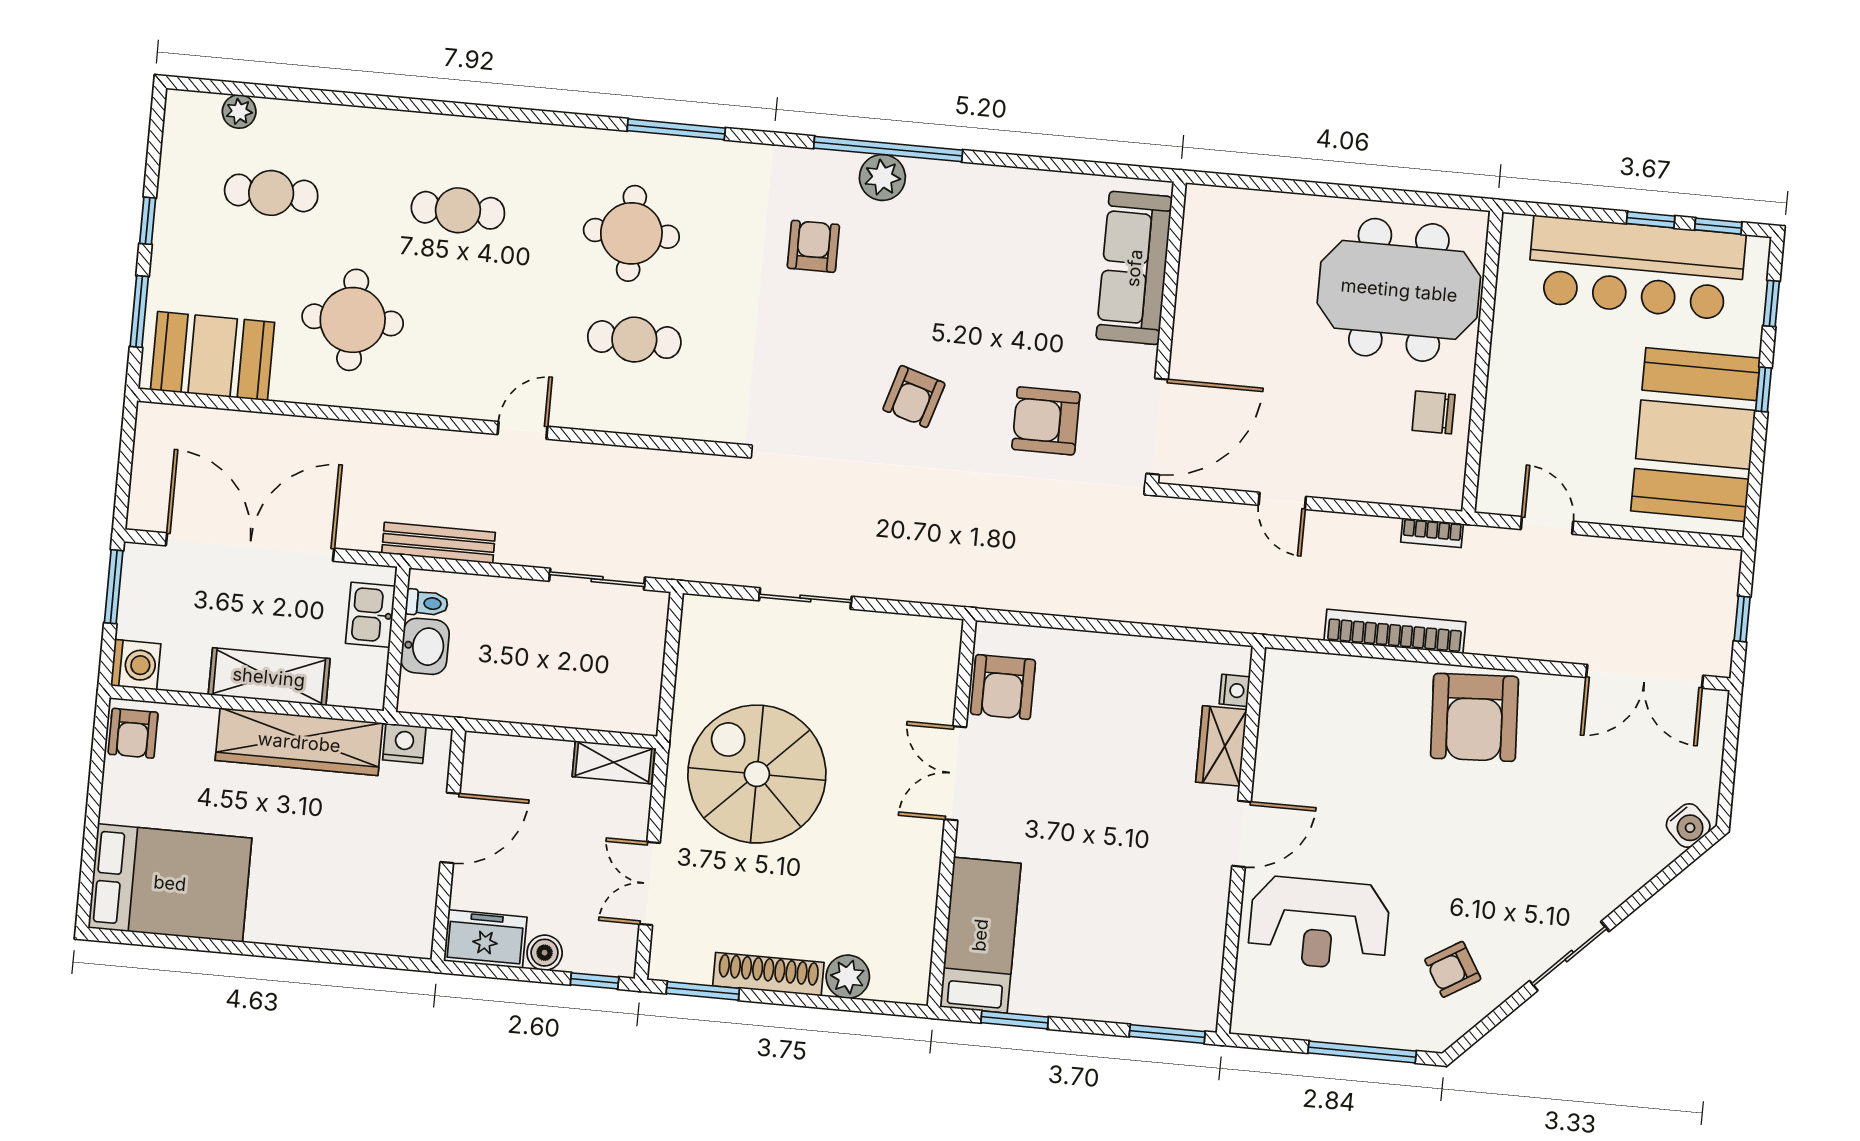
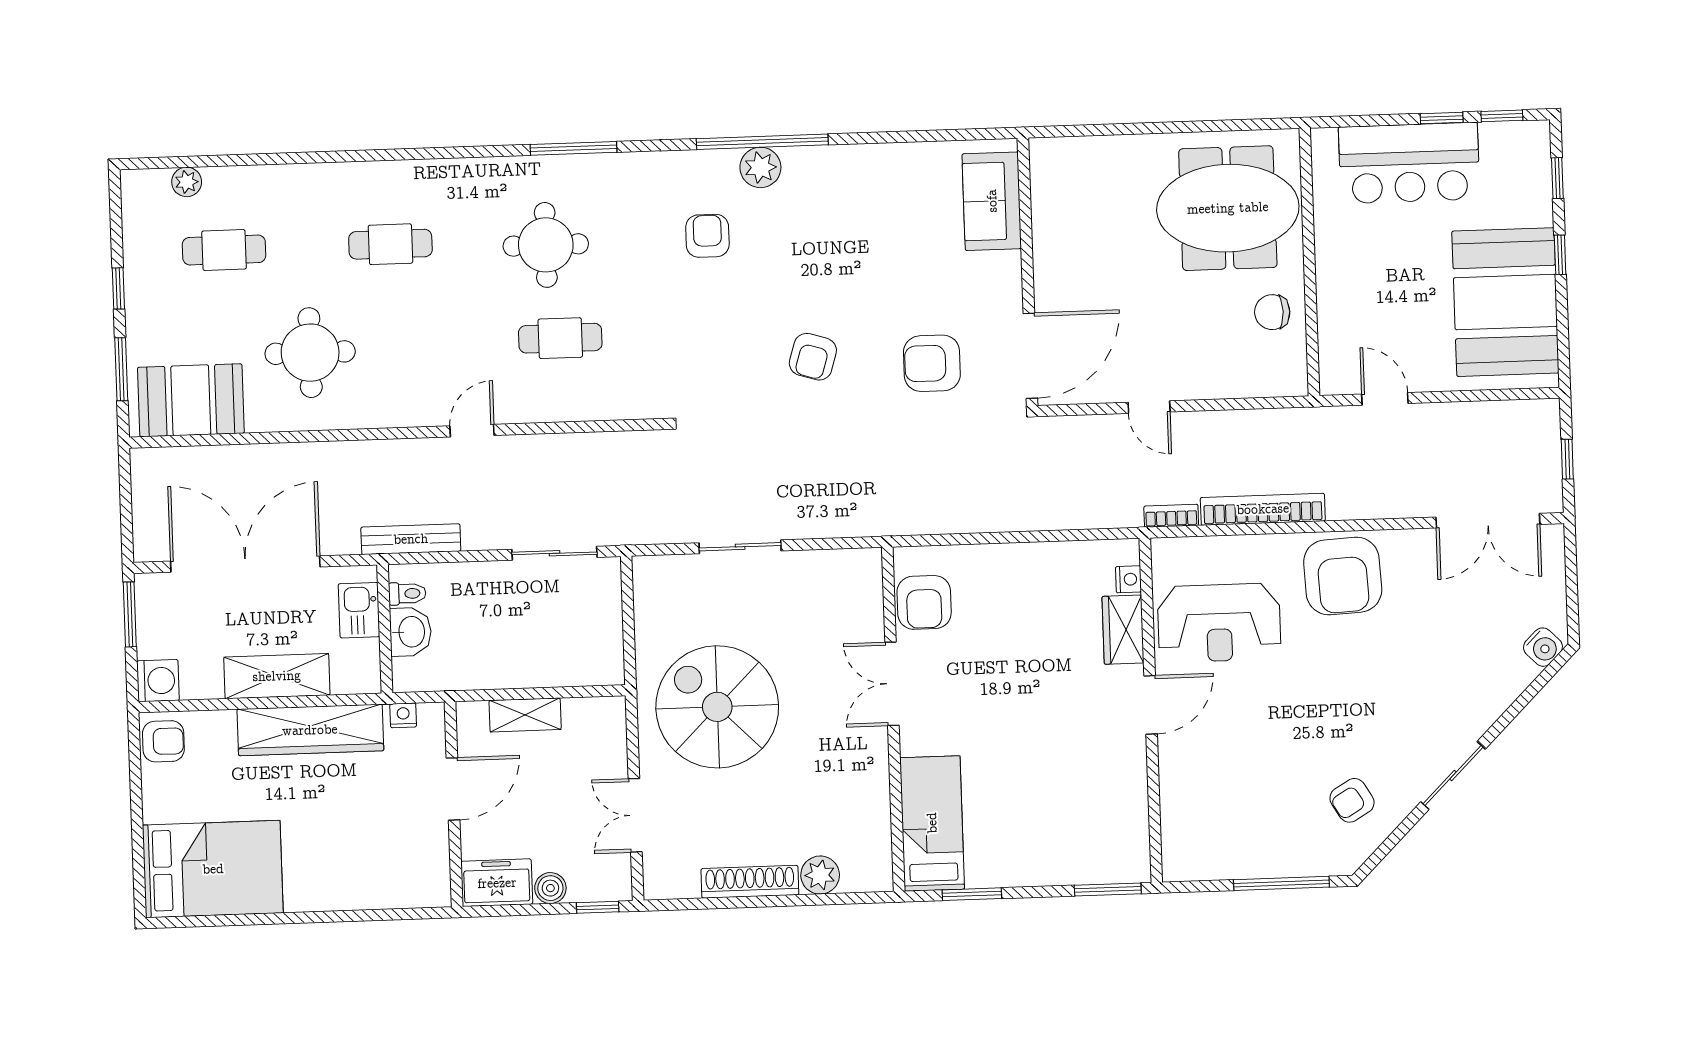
sofa: (1134, 268) -> (992, 201), width x0.73
bar counter: (1636, 268) -> (1409, 163), width x0.73
bookcase: (1432, 533) -> (1171, 516), moved, turned 180
armchair: (133, 733) -> (163, 741), turned -90
nightstand: (404, 743) -> (403, 715), width x0.72, depth x0.74
shelving: (614, 762) -> (525, 715), moved
reception desk: (1319, 923) -> (1219, 623), moved
window: (703, 991) -> (694, 904), removed

